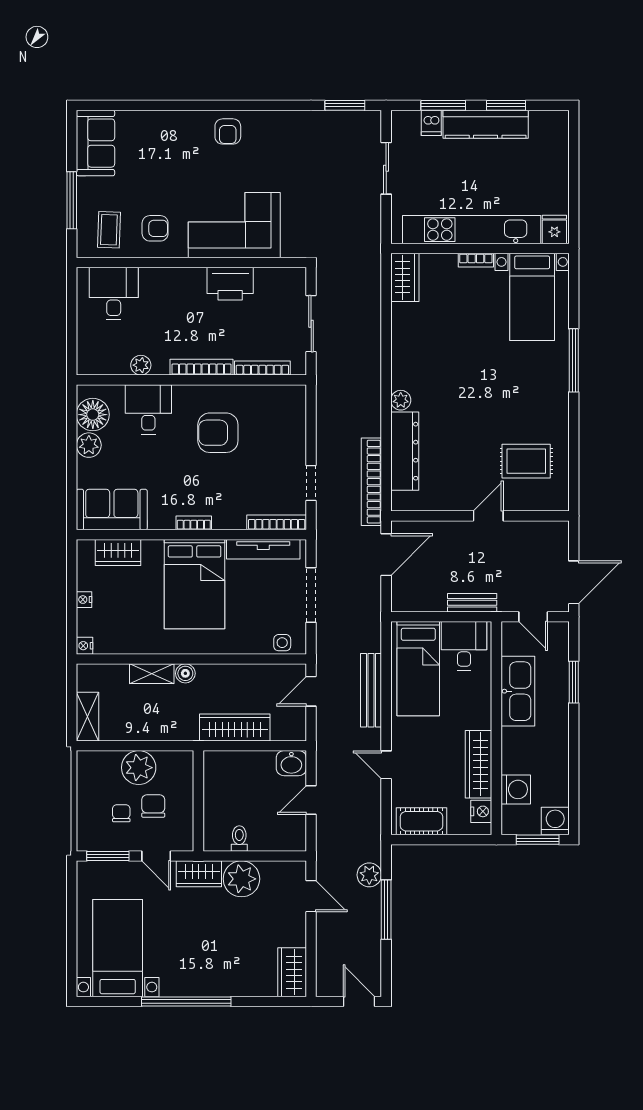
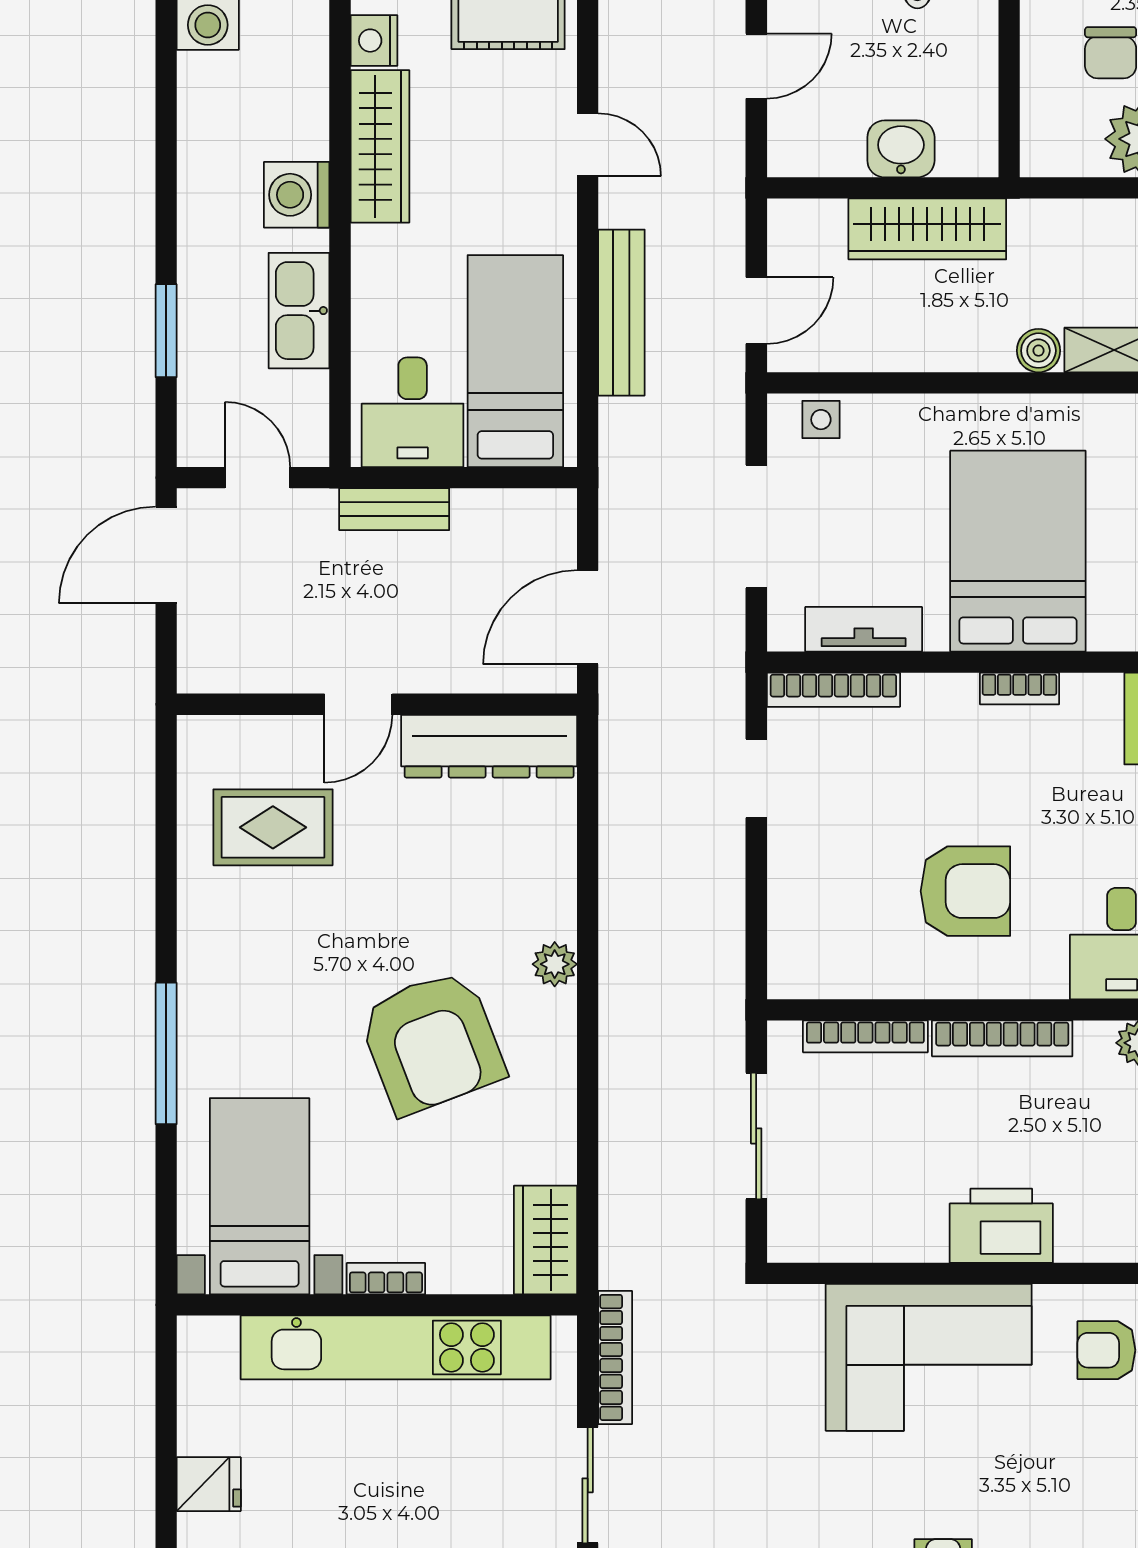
fridge: (554, 229) -> (209, 1484), moved, turned -90
printer: (230, 284) -> (1001, 1226), moved
armchair: (455, 366) -> (432, 1042), added
dresser: (405, 451) -> (489, 746), moved, turned -90
bookcase: (371, 482) -> (615, 1357), moved, width x0.68, depth x0.76
tv unit: (263, 549) -> (864, 629), width x0.71
kitchen sink: (518, 691) -> (299, 311), width x0.73, depth x0.81
washbasin: (291, 763) -> (901, 149), moved
washing machine: (516, 789) -> (297, 195), moved

